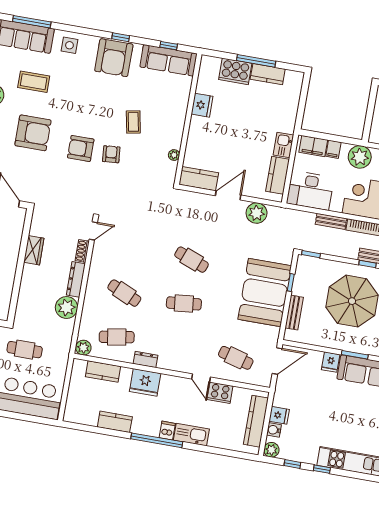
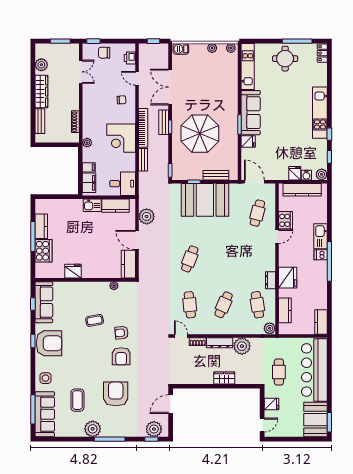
plant: (360, 157) -> (87, 143), width x0.53, depth x0.53
desk: (310, 190) -> (123, 184), width x0.73
wardrobe: (34, 250) -> (224, 378), moved
cafe table: (184, 303) -> (190, 305), moved
kitchen counter: (115, 422) -> (321, 322), moved

